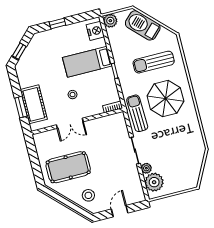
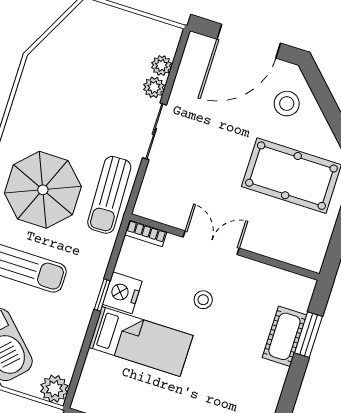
nightstand: (95, 31) -> (122, 293), moved
cot: (34, 104) -> (284, 336), width x0.73, depth x0.75
double door: (70, 123) -> (211, 243), moved
plant: (154, 182) -> (161, 65), width x0.53, depth x0.53
door: (120, 211) -> (249, 41), width x1.88

